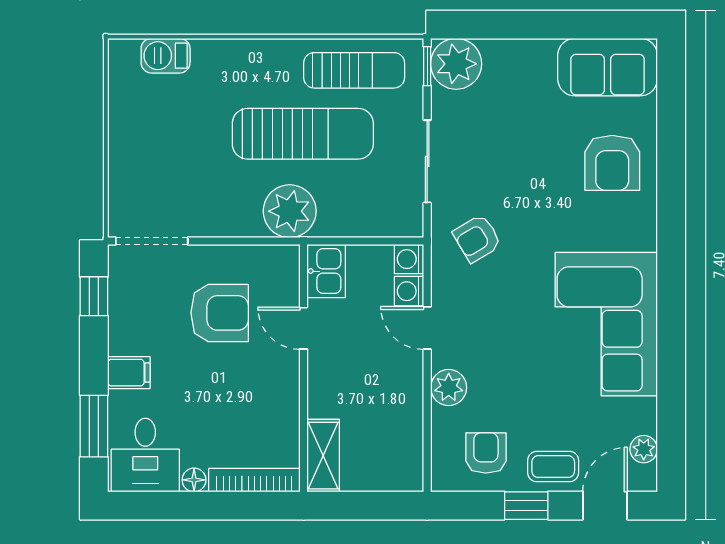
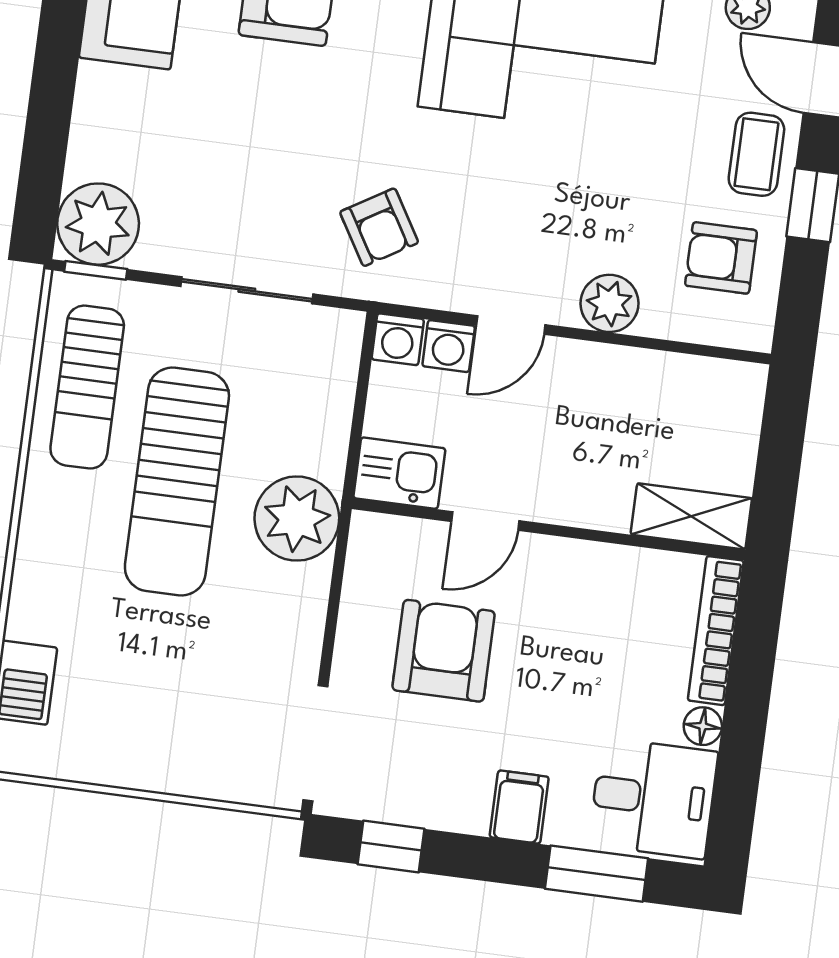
sun lounger: (354, 70) -> (87, 387), turned 180
sun lounger: (303, 134) -> (177, 481), turned 180

